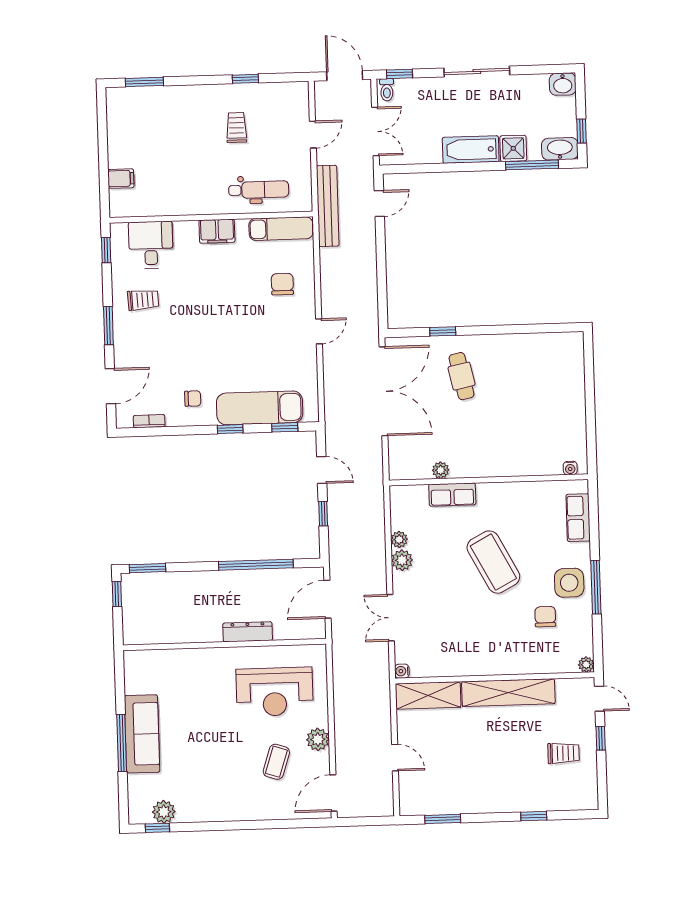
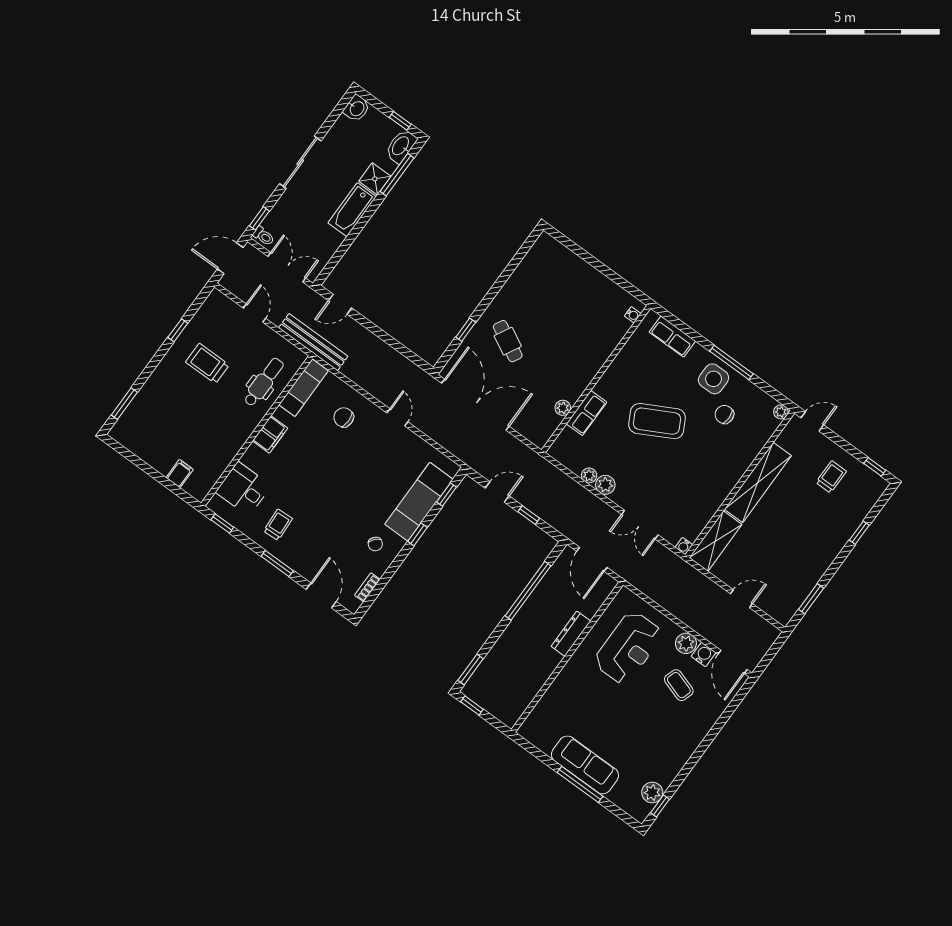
trolley: (236, 128) -> (207, 363), width x1.36, depth x1.39
door: (379, 204) -> (340, 304), swing flipped
cafe table: (462, 376) -> (508, 341), turned 40
chair: (193, 399) -> (375, 544), turned 130
window: (601, 738) -> (875, 467), moved
water cooler: (320, 763) -> (704, 655), added

